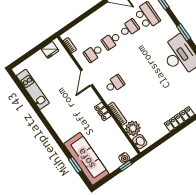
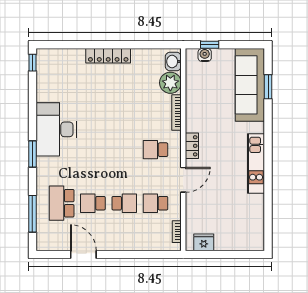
school desk: (93, 53) -> (155, 203), turned 180
kitchen unit: (33, 89) -> (256, 163), moved
locker: (103, 111) -> (192, 146), moved

